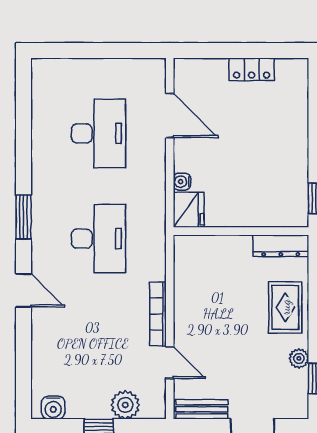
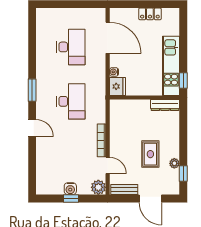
door: (170, 116) -> (108, 38), width x1.36
kitchen unit: (292, 170) -> (171, 66), added
rug: (285, 307) -> (150, 154), moved
plant: (125, 405) -> (98, 187), moved
water cooler: (53, 408) -> (70, 189), moved

